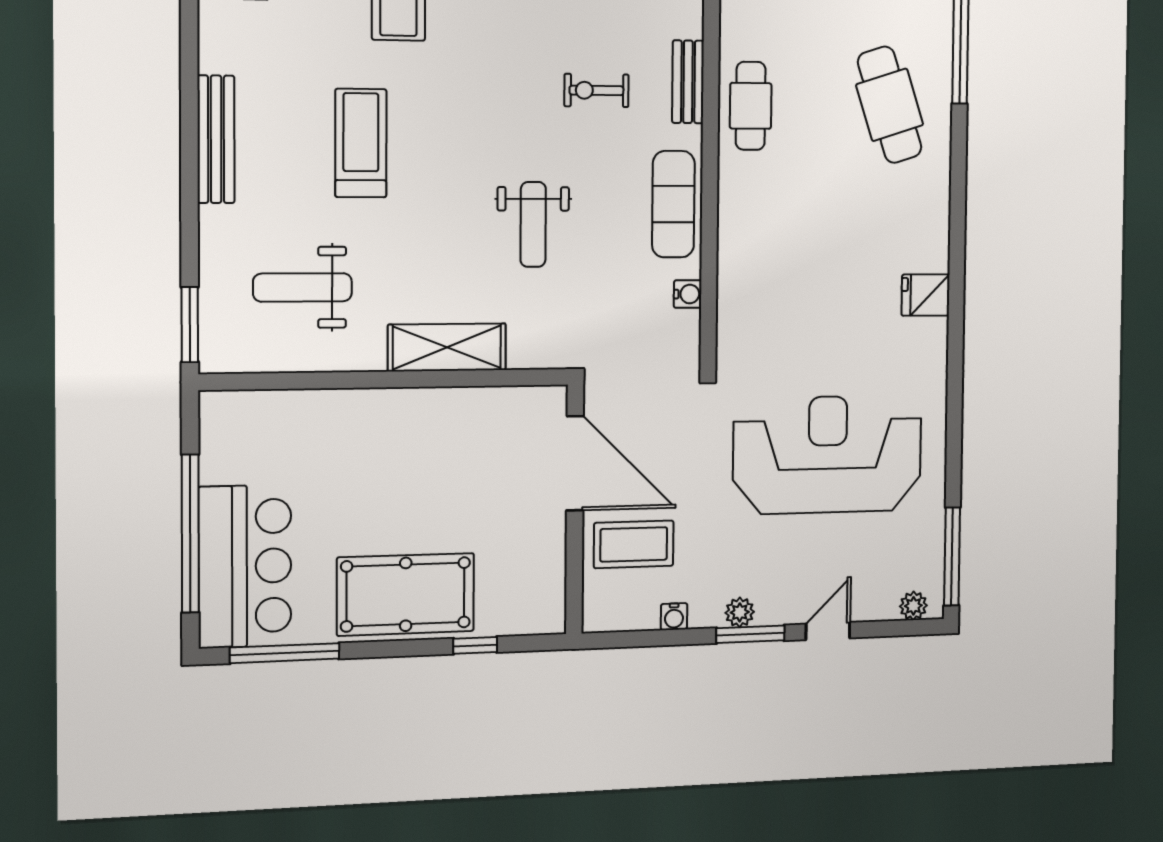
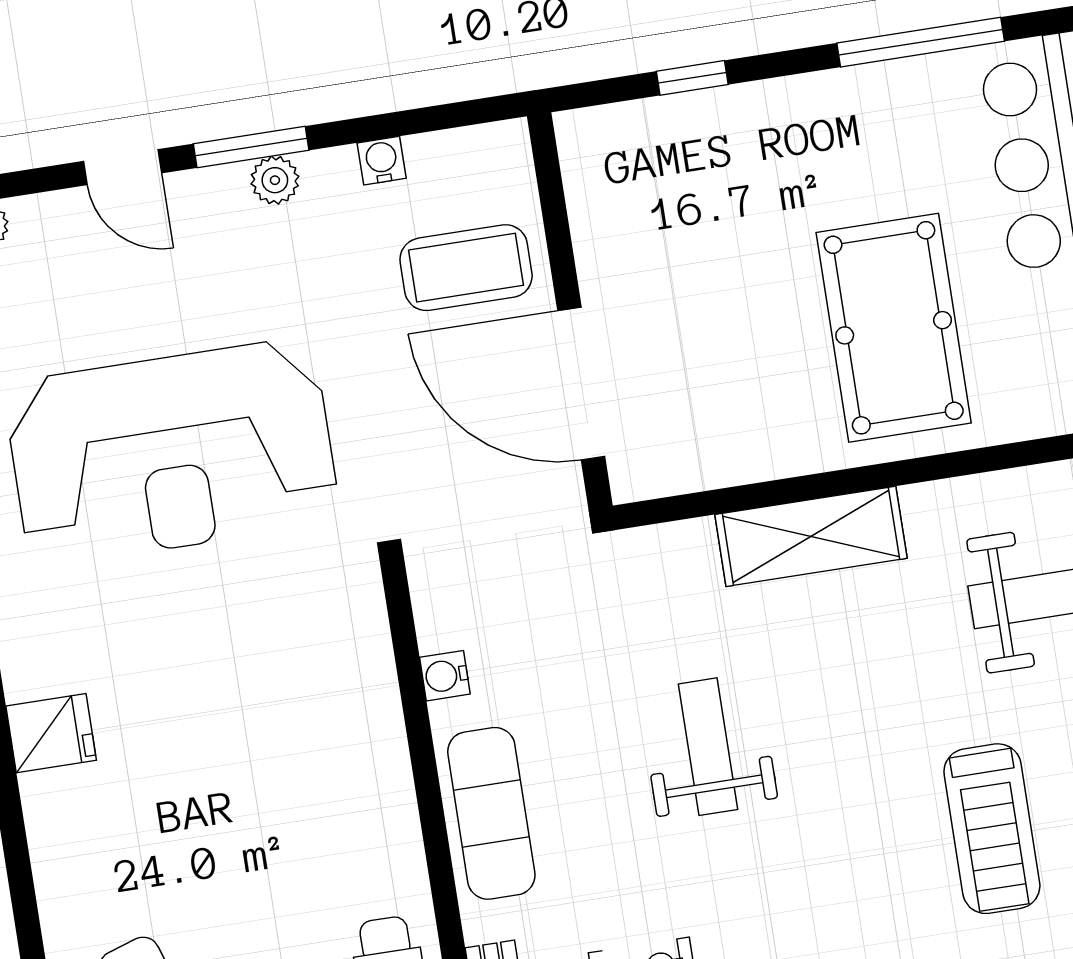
pool table: (406, 594) -> (894, 328), moved, turned 90
door: (828, 631) -> (123, 167), hinge flipped
window: (285, 653) -> (921, 42), moved

